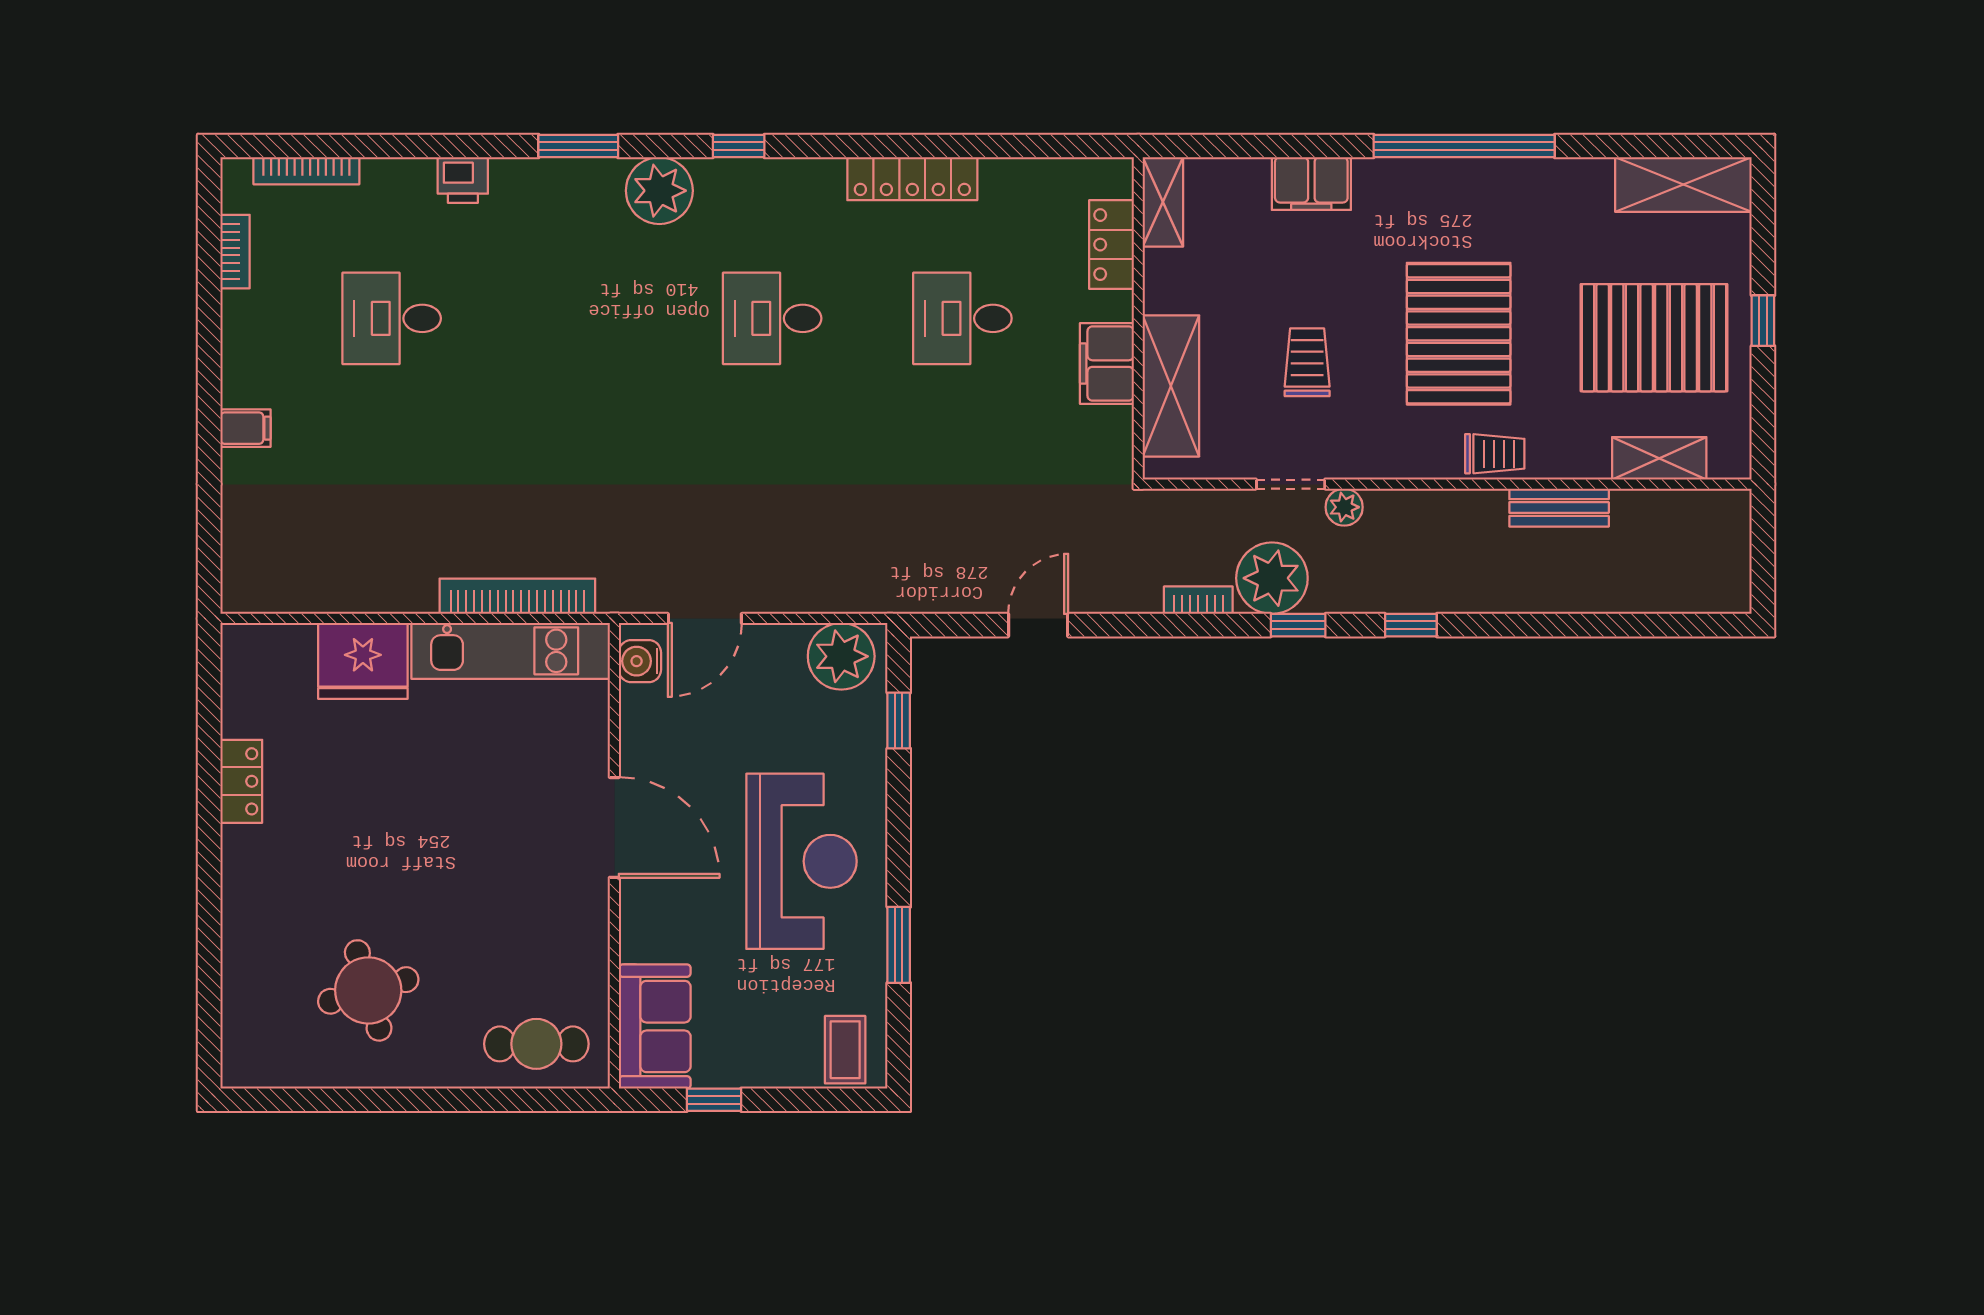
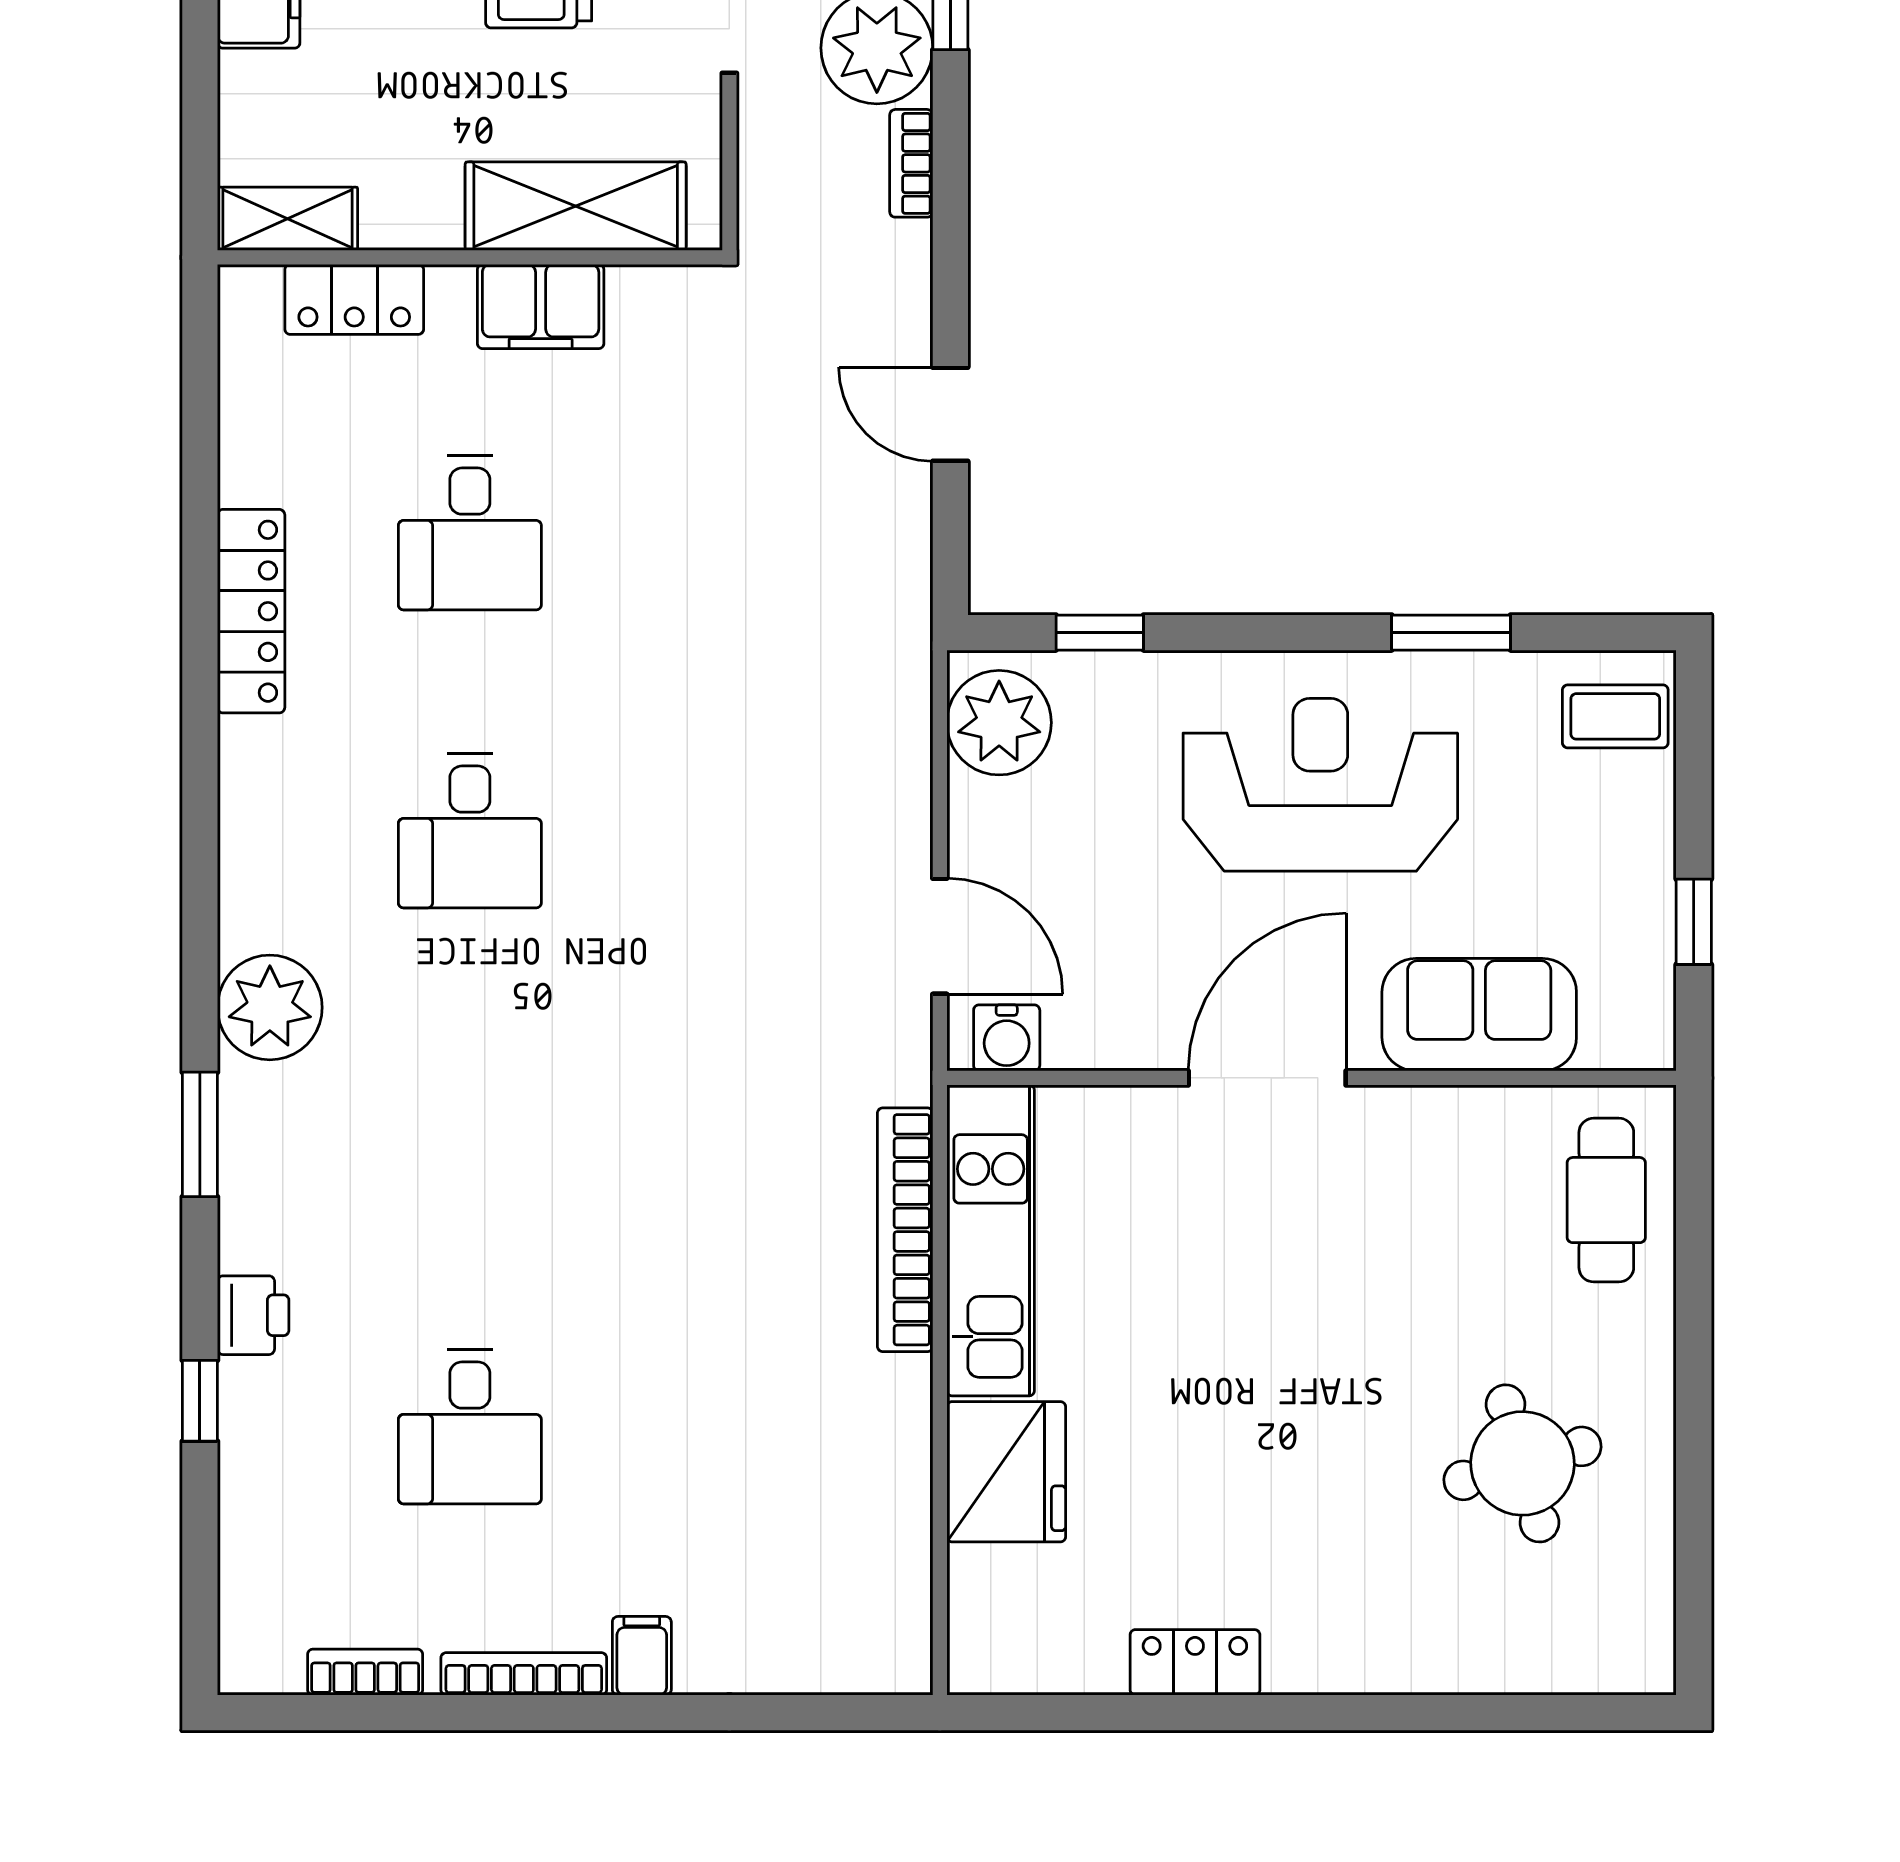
window: (739, 146) -> (200, 1401), moved
bookcase: (306, 171) -> (524, 1674), moved, turned -90
sofa: (655, 1026) -> (1479, 1015), moved

